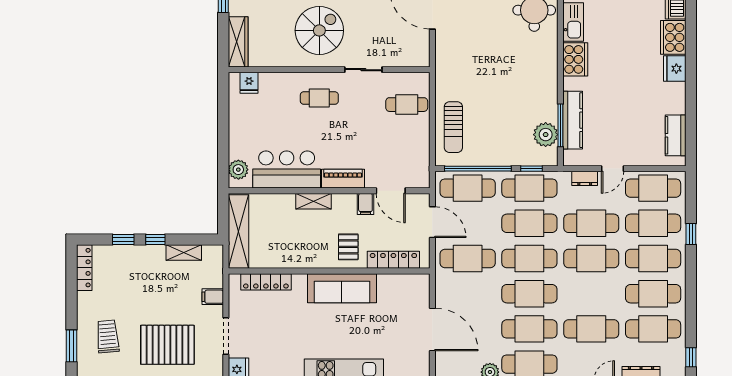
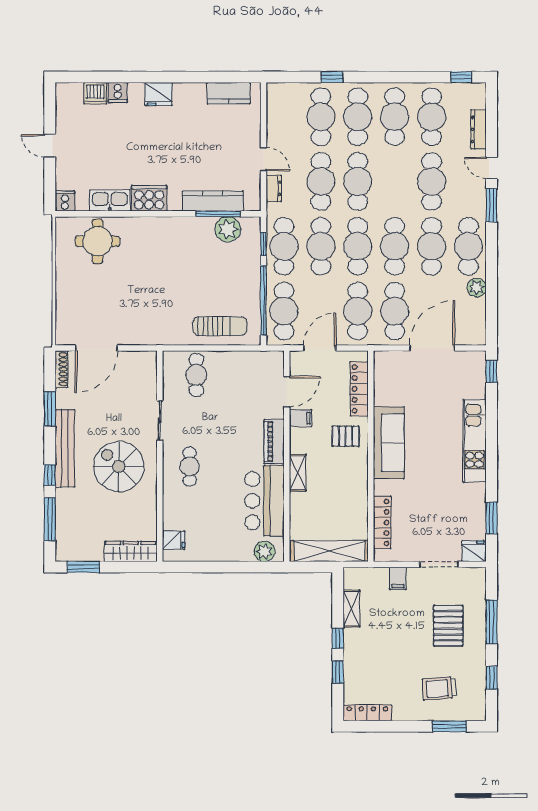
cooker: (673, 37) -> (118, 92), width x0.53, depth x0.76
cafe table: (653, 188) -> (395, 311), moved
pallet: (167, 345) -> (448, 626), width x0.73, depth x0.71

